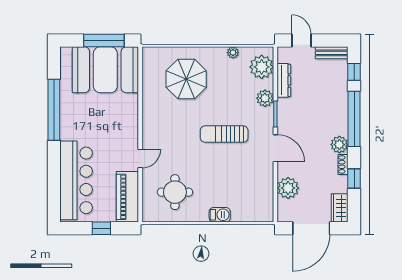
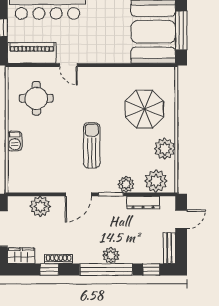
plant: (233, 53) -> (165, 149), width x1.88, depth x1.88
plant: (339, 145) -> (111, 255), moved
shoe rack: (343, 164) -> (59, 259), width x1.43

